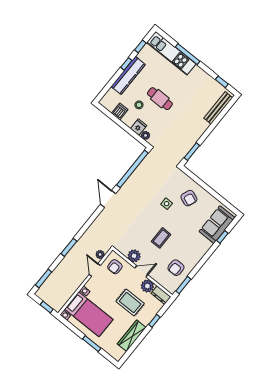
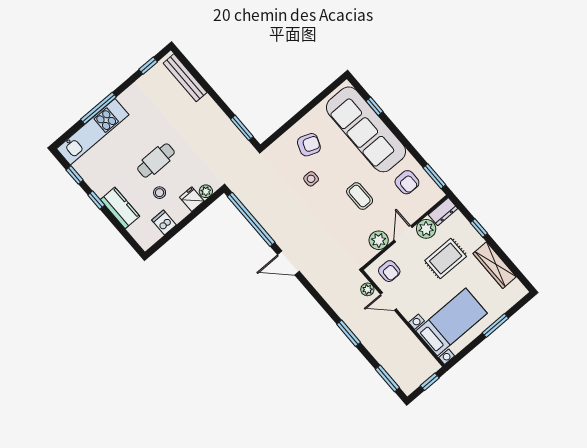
kitchen counter: (128, 75) -> (120, 208), width x0.67
sofa: (217, 225) -> (366, 129), width x1.85, depth x1.27

